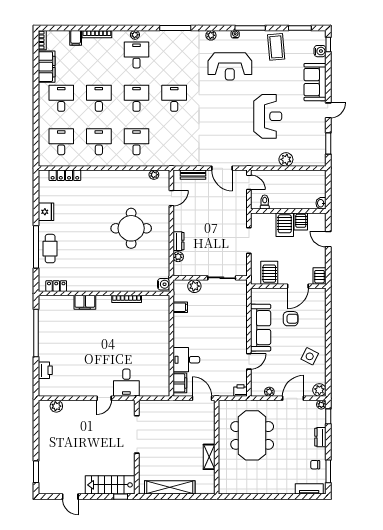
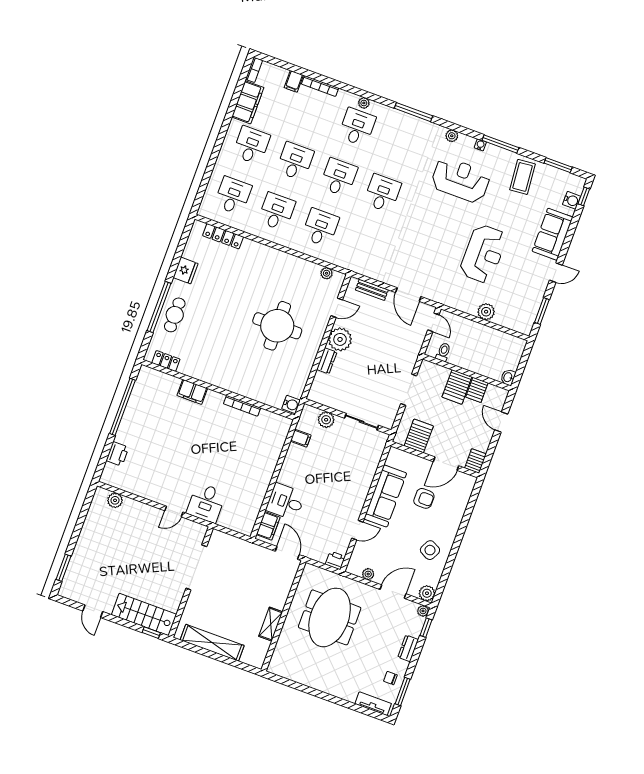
reception desk: (230, 66) -> (461, 180), turned 180
plant: (178, 257) -> (340, 339), moved, width x1.87, depth x1.87

